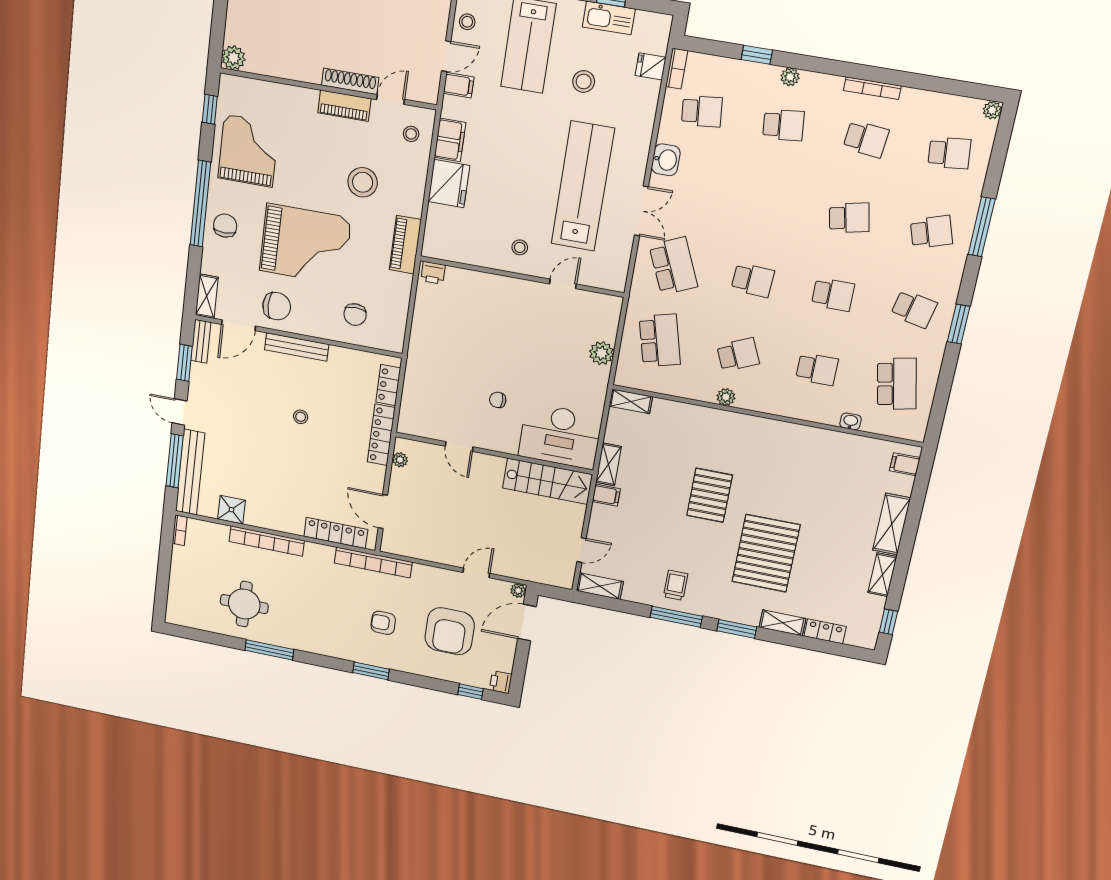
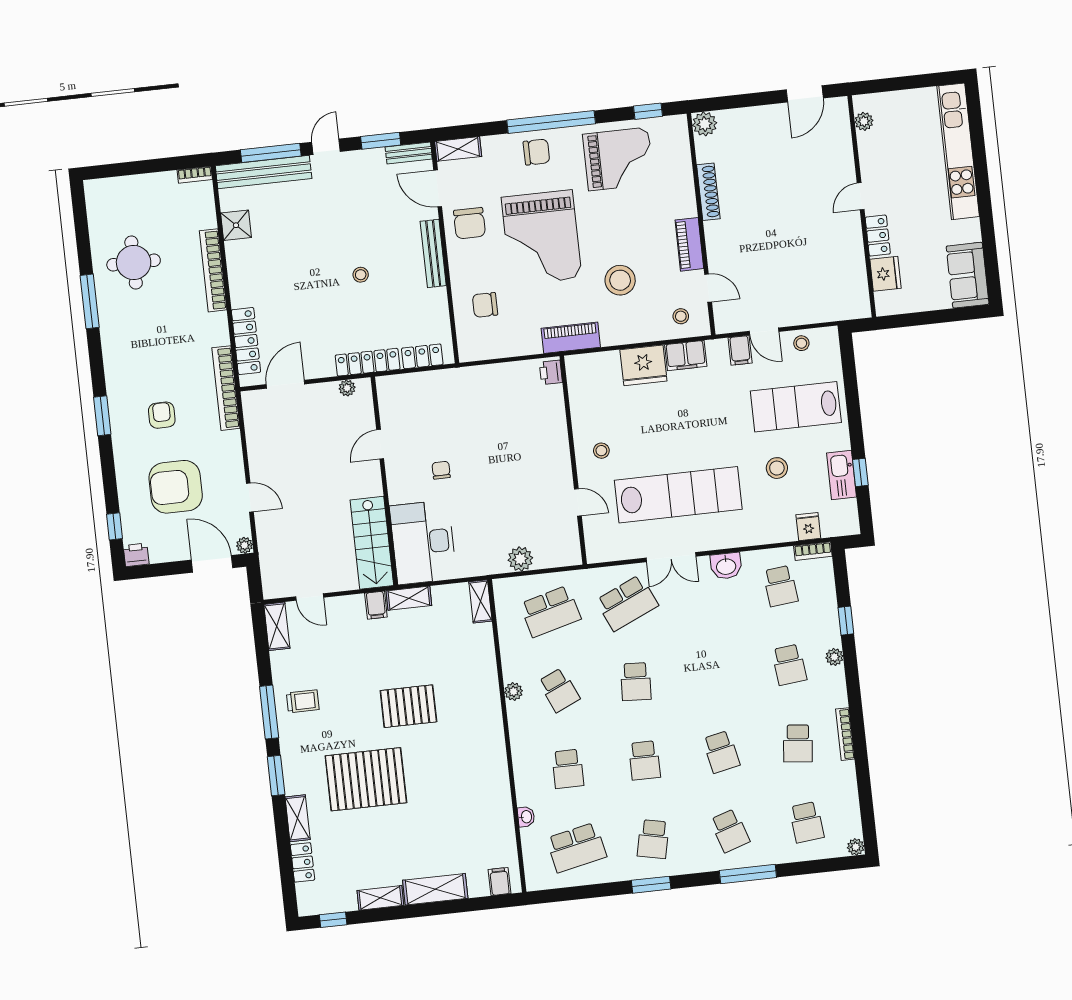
shoe rack: (350, 81) -> (708, 192), moved

